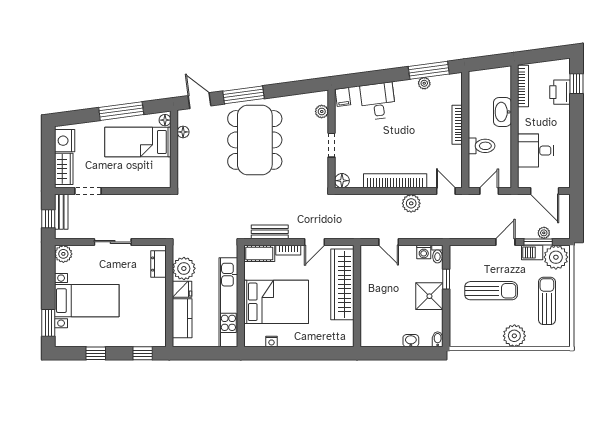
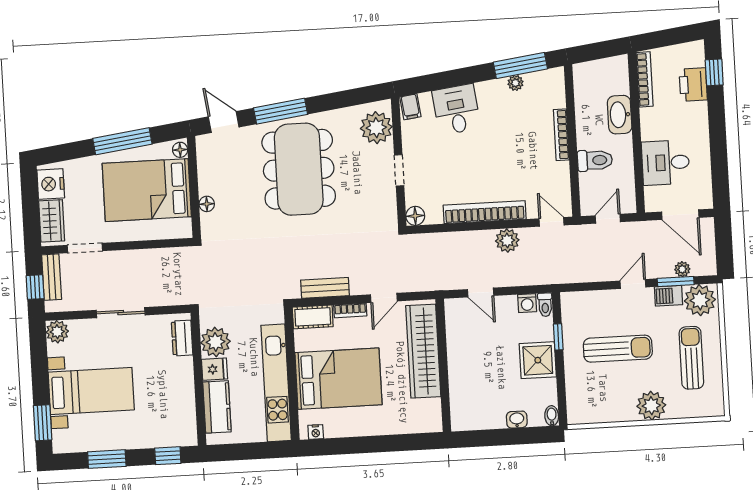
plant: (322, 111) -> (376, 128), width x1.87, depth x1.87
floor lamp: (183, 132) -> (207, 204), moved
bed: (138, 142) -> (147, 190), width x1.50
nightstand: (272, 342) -> (316, 432), moved
window: (96, 353) -> (107, 459), width x1.50

